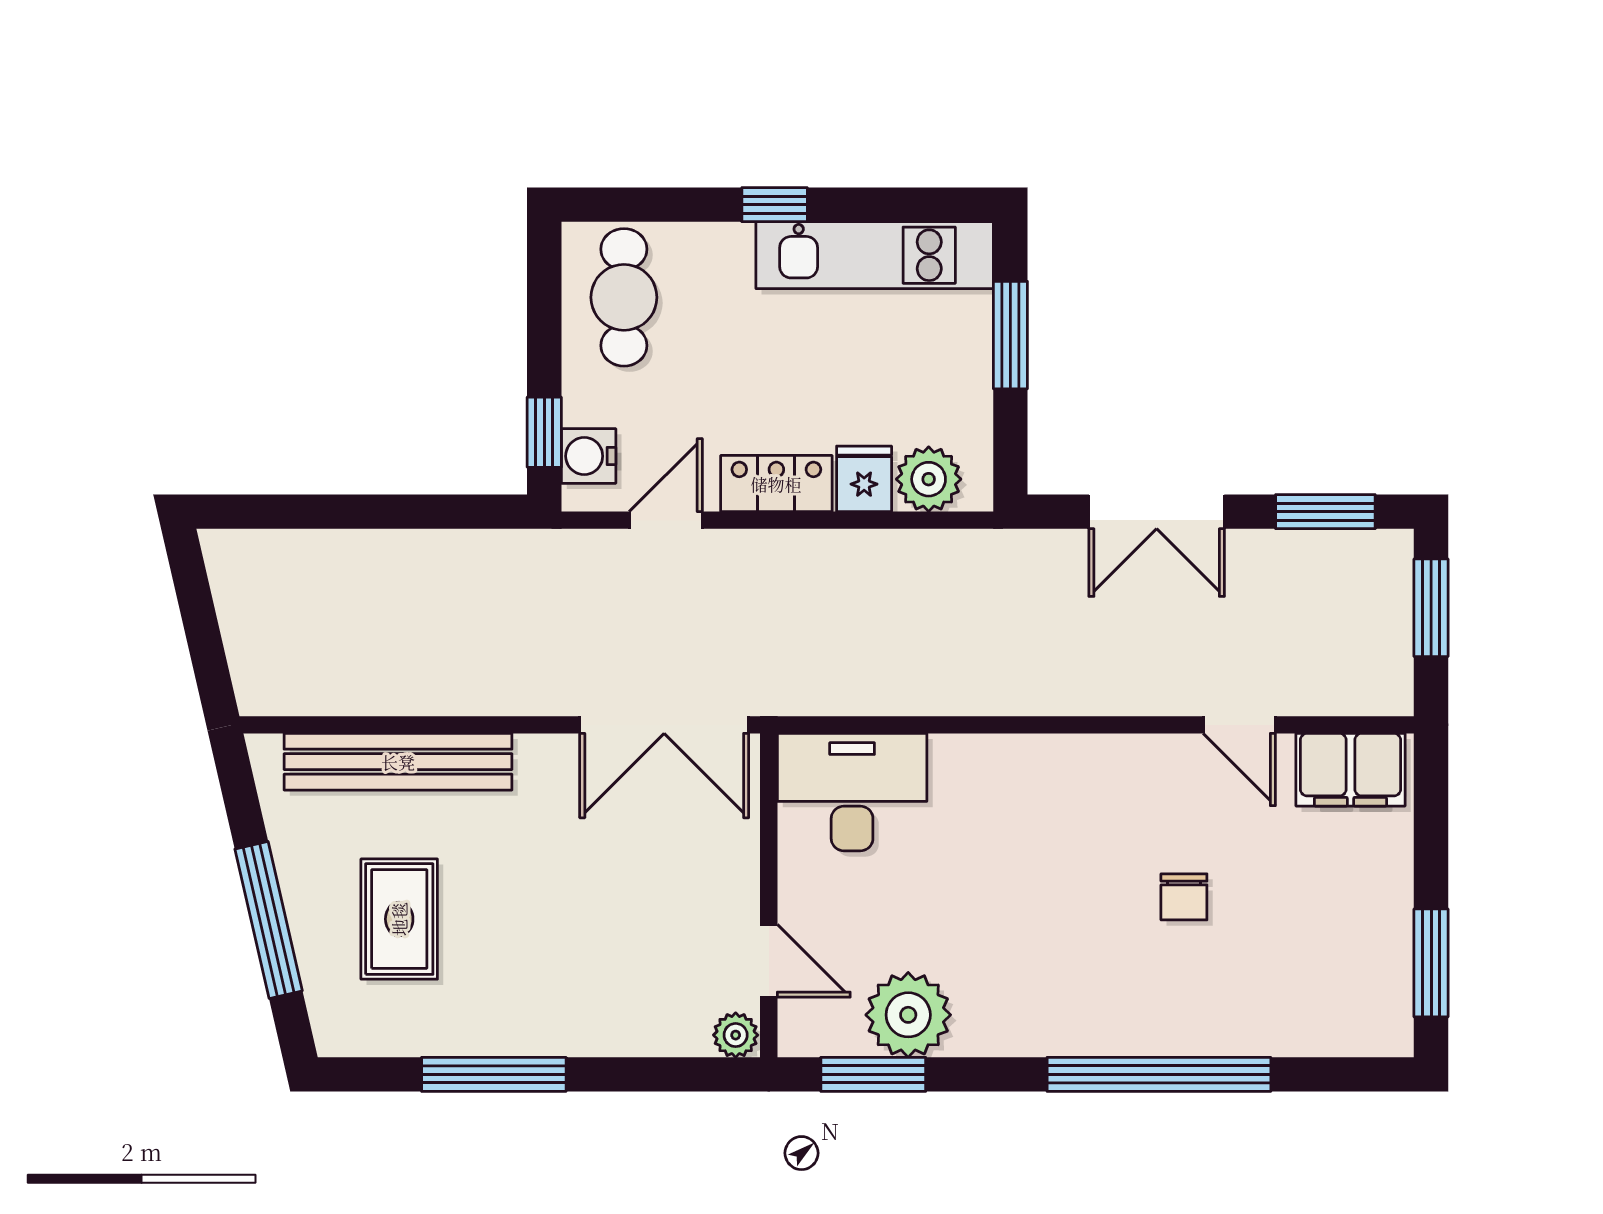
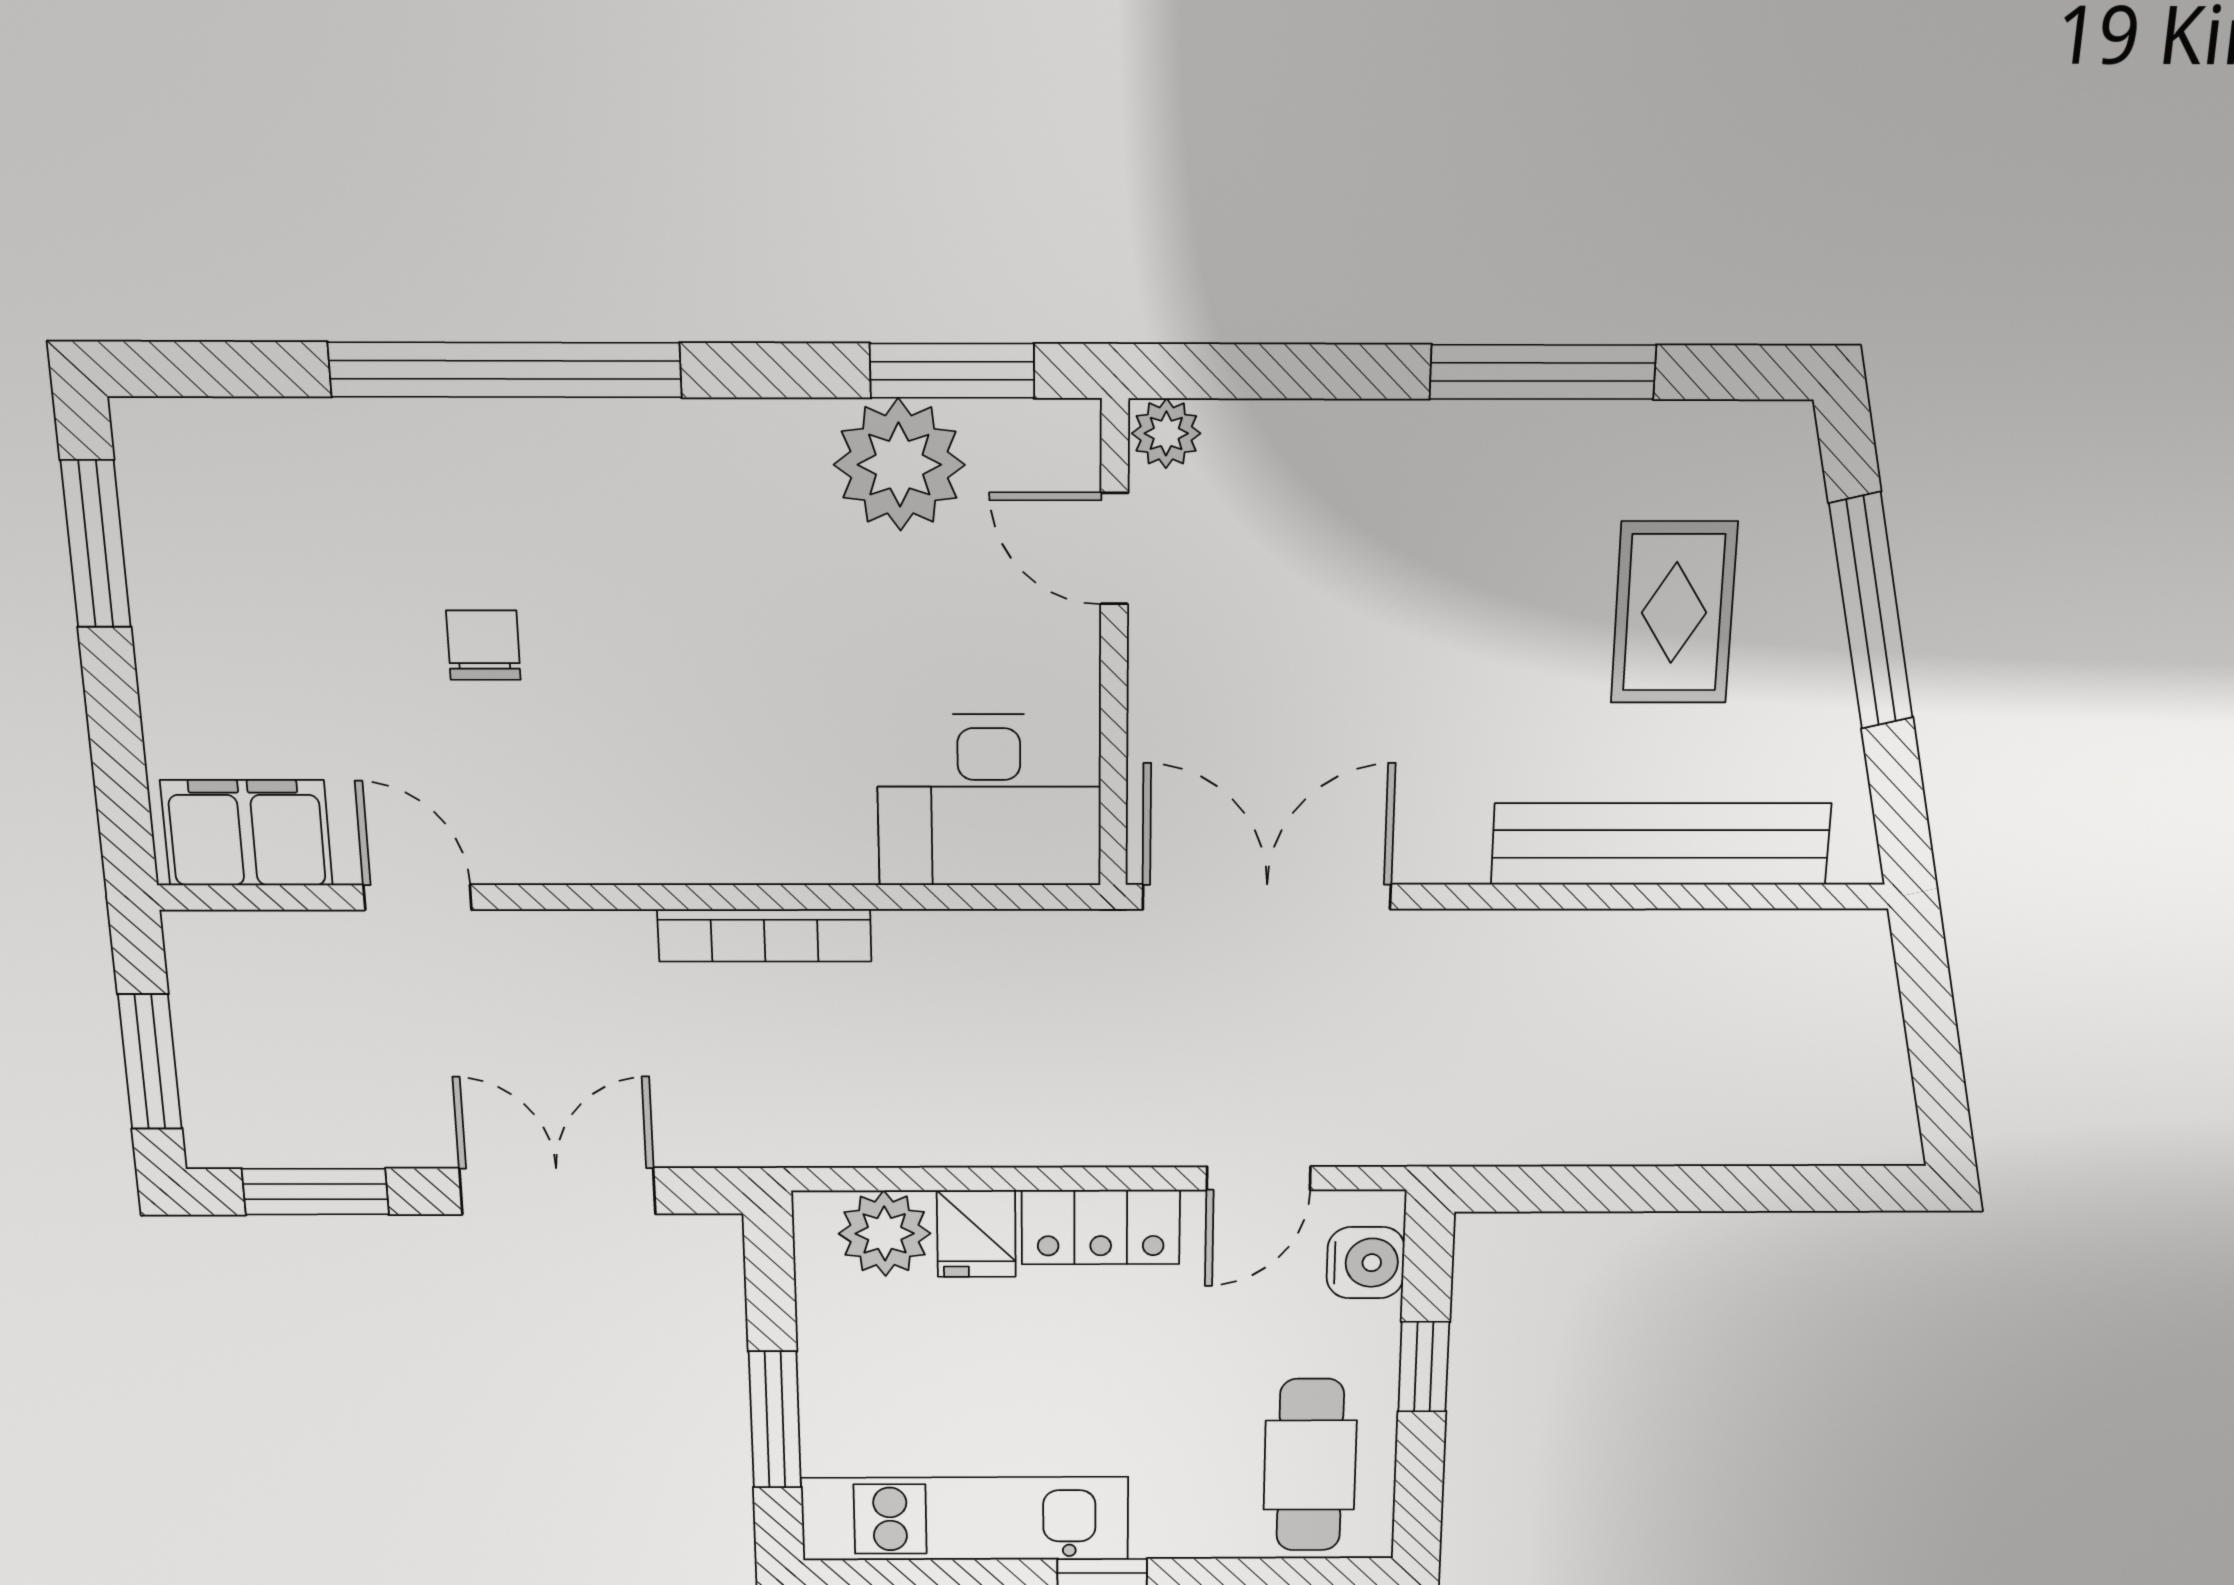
window: (544, 432) -> (1424, 1367), moved
bookcase: (1006, 698) -> (764, 935), added

